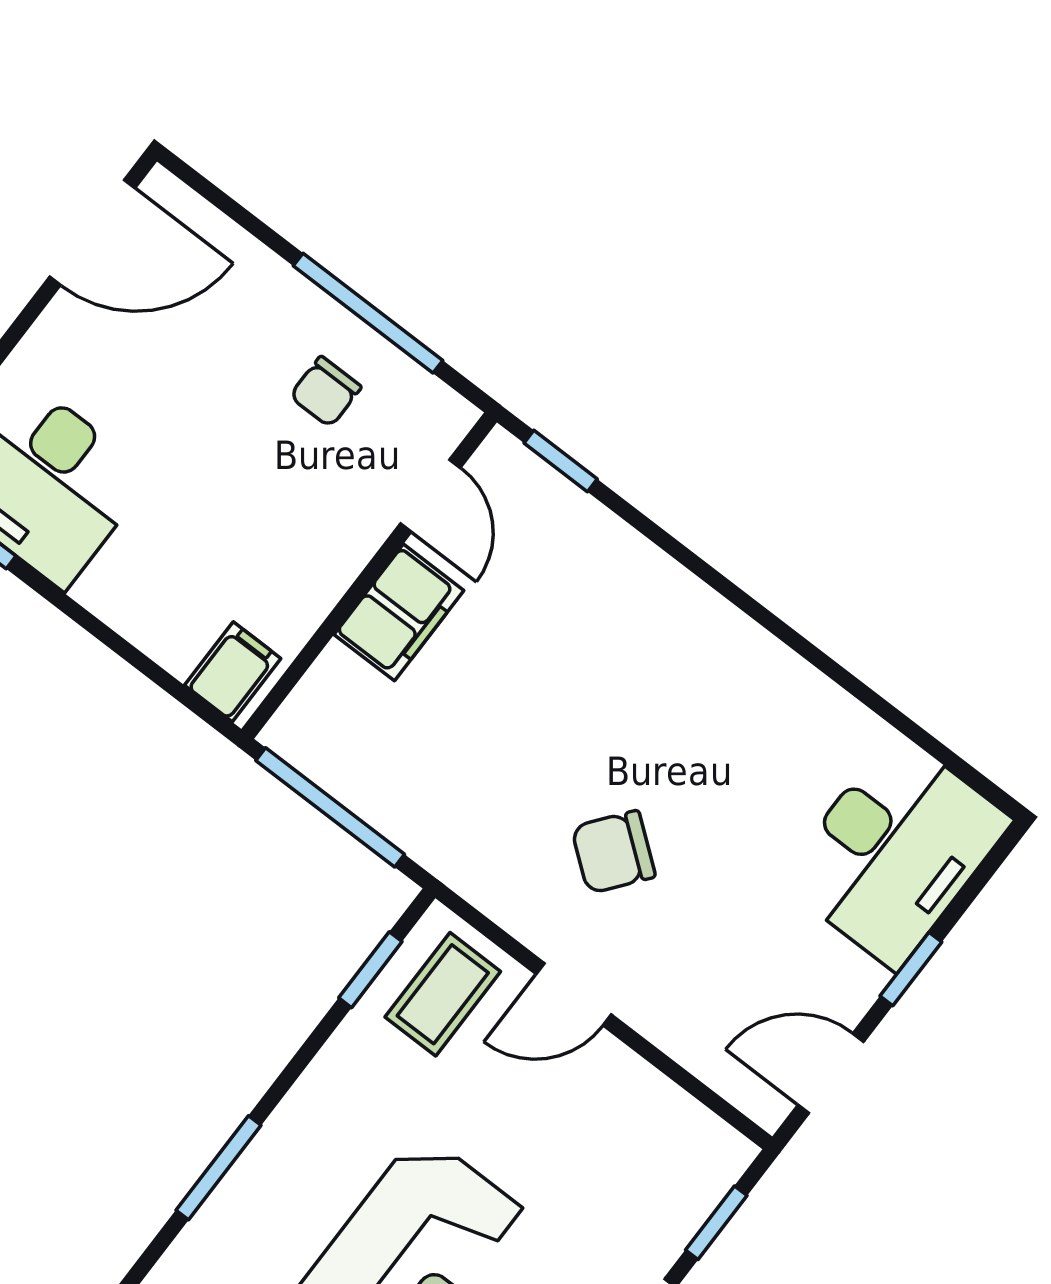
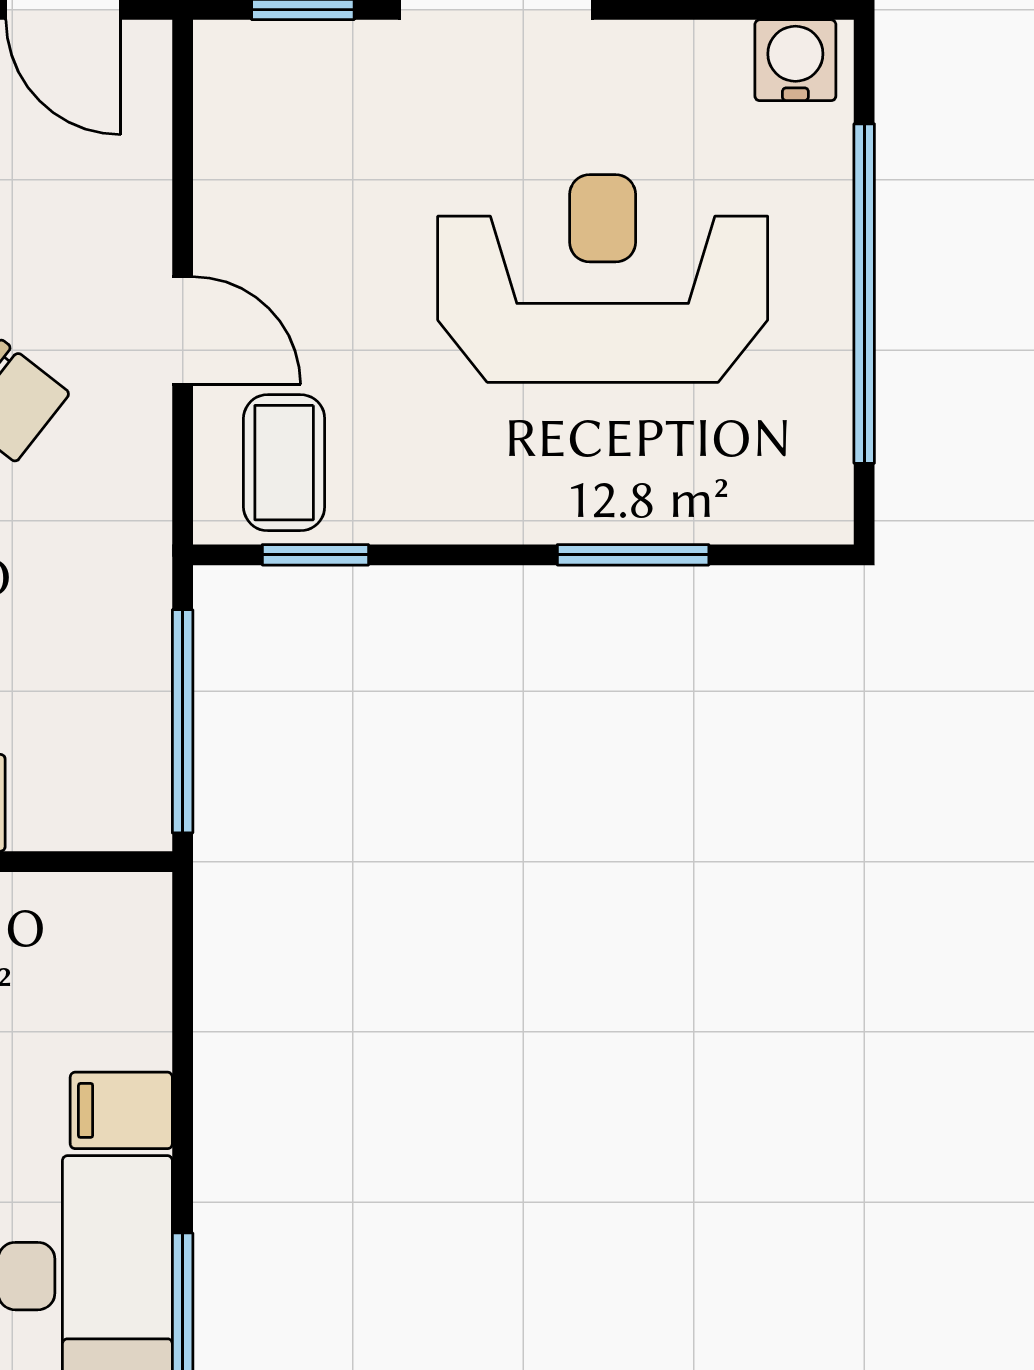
filing cabinet: (233, 672) -> (121, 1110), moved
coffee table: (443, 994) -> (284, 463), turned 90

